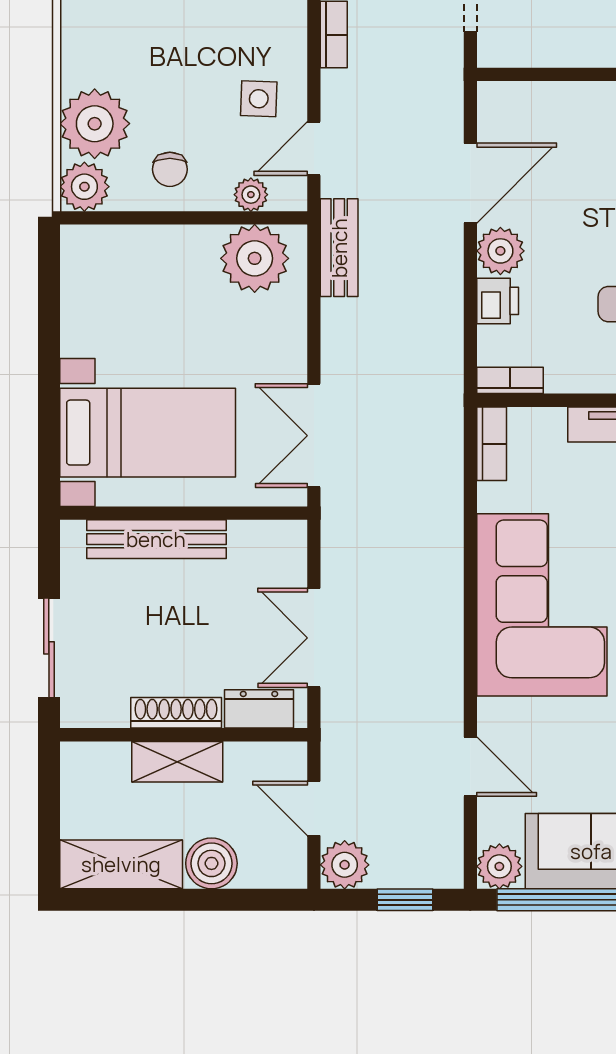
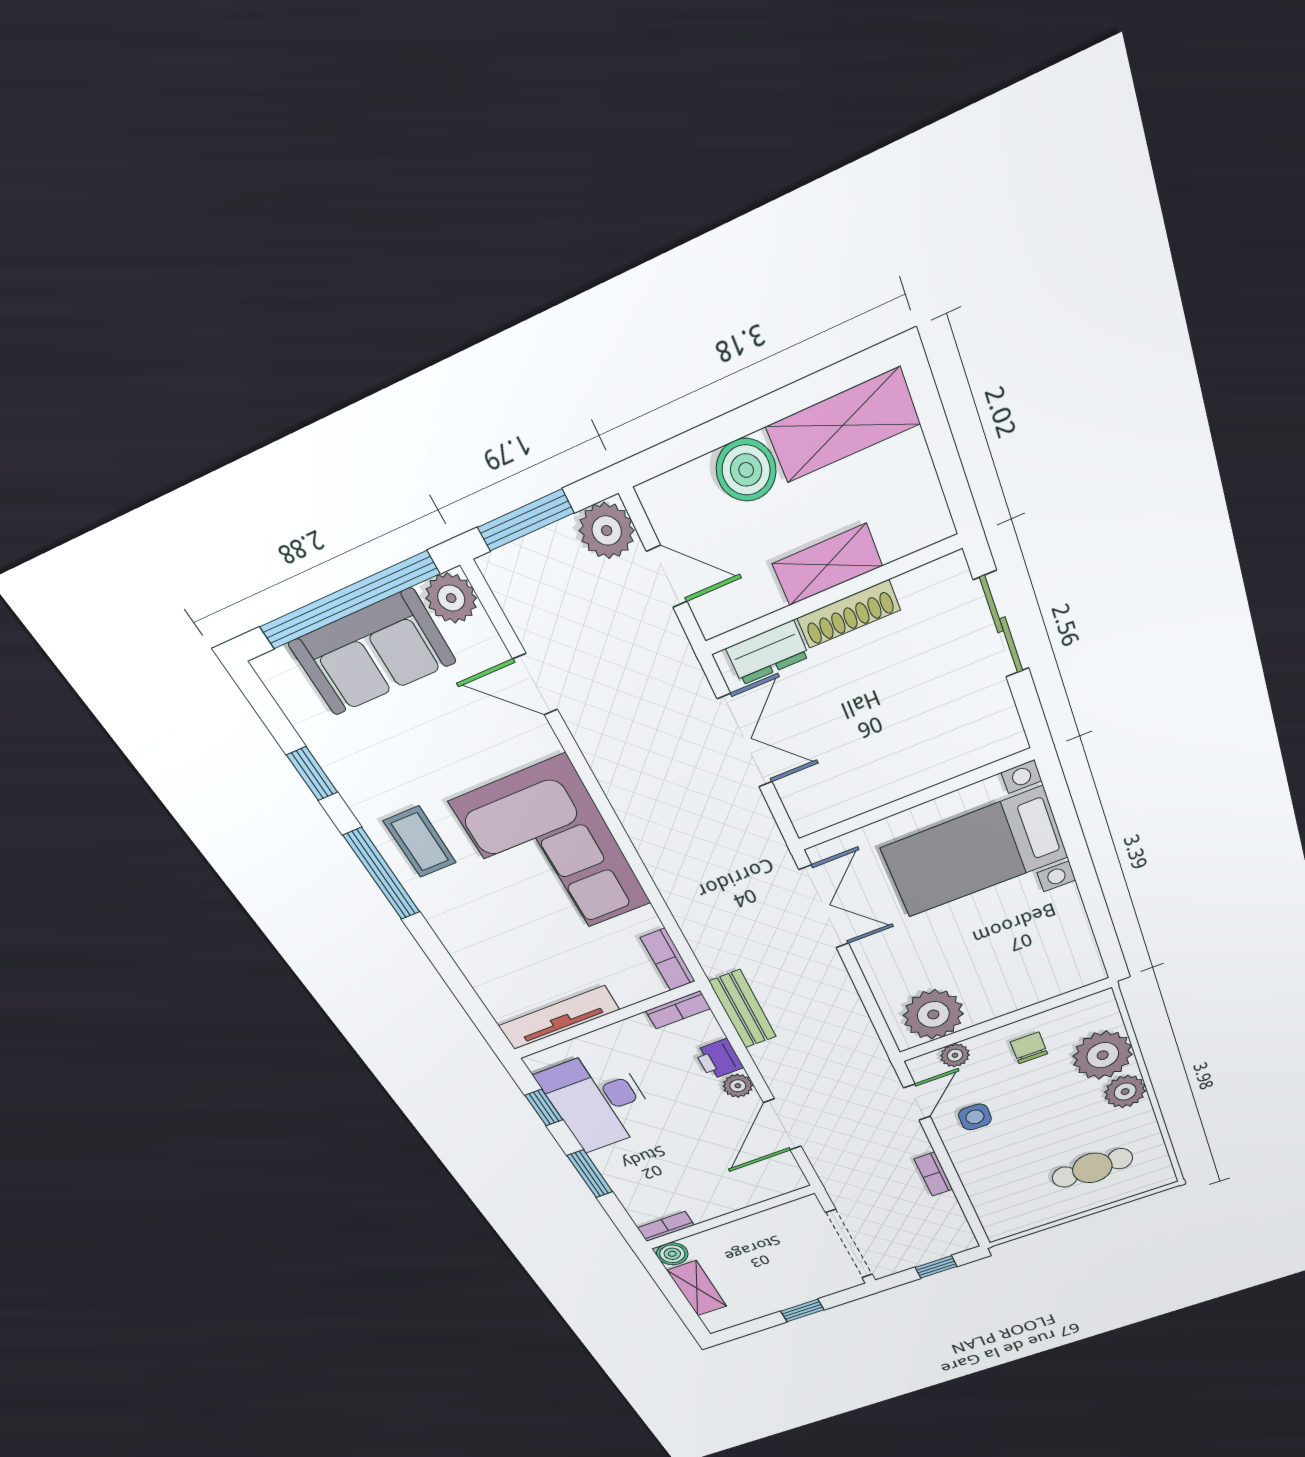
plant: (84, 187) -> (1125, 1092), moved
bench: (339, 248) -> (743, 1009), moved
plant: (500, 251) -> (738, 1086), width x0.73, depth x0.73
bench: (156, 539) -> (932, 767), removed
window: (405, 900) -> (526, 520), width x1.50

